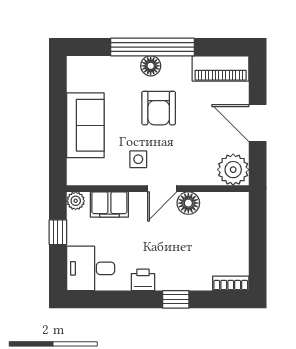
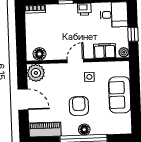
floor lamp: (188, 203) -> (39, 54), moved

